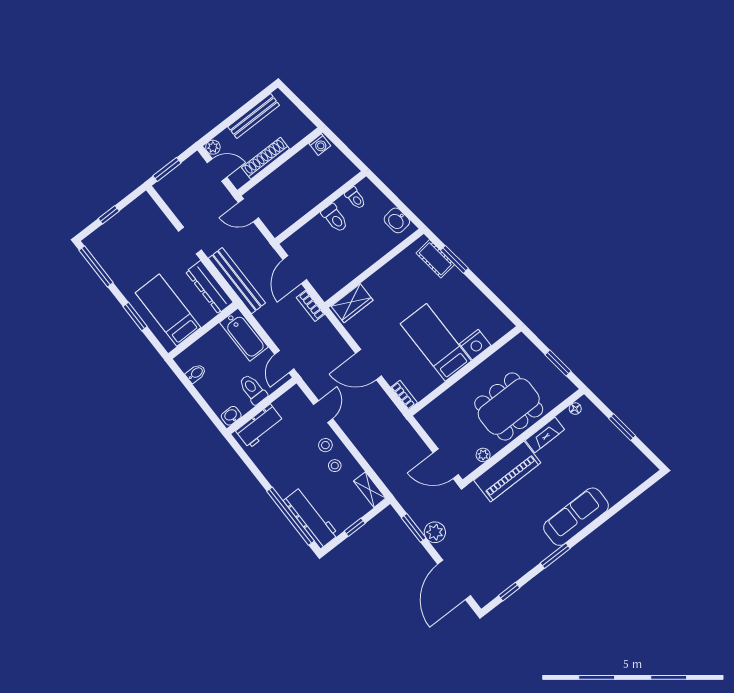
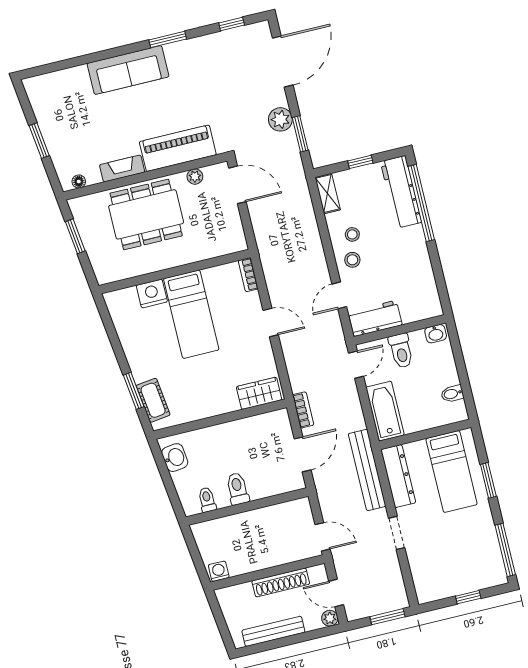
door: (369, 365) -> (271, 322), width x0.73
workbench: (260, 426) -> (375, 318), moved

